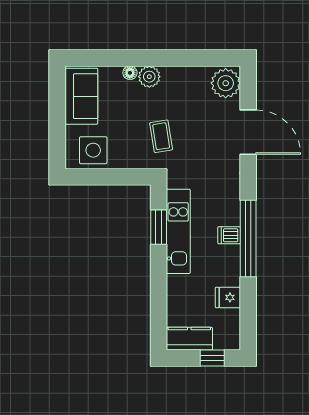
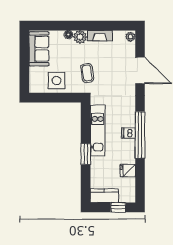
fireplace: (182, 74) -> (100, 36), added
plant: (226, 83) -> (131, 37), width x0.53, depth x0.53
side table: (93, 150) -> (57, 81), moved
window: (159, 227) -> (86, 154), moved

